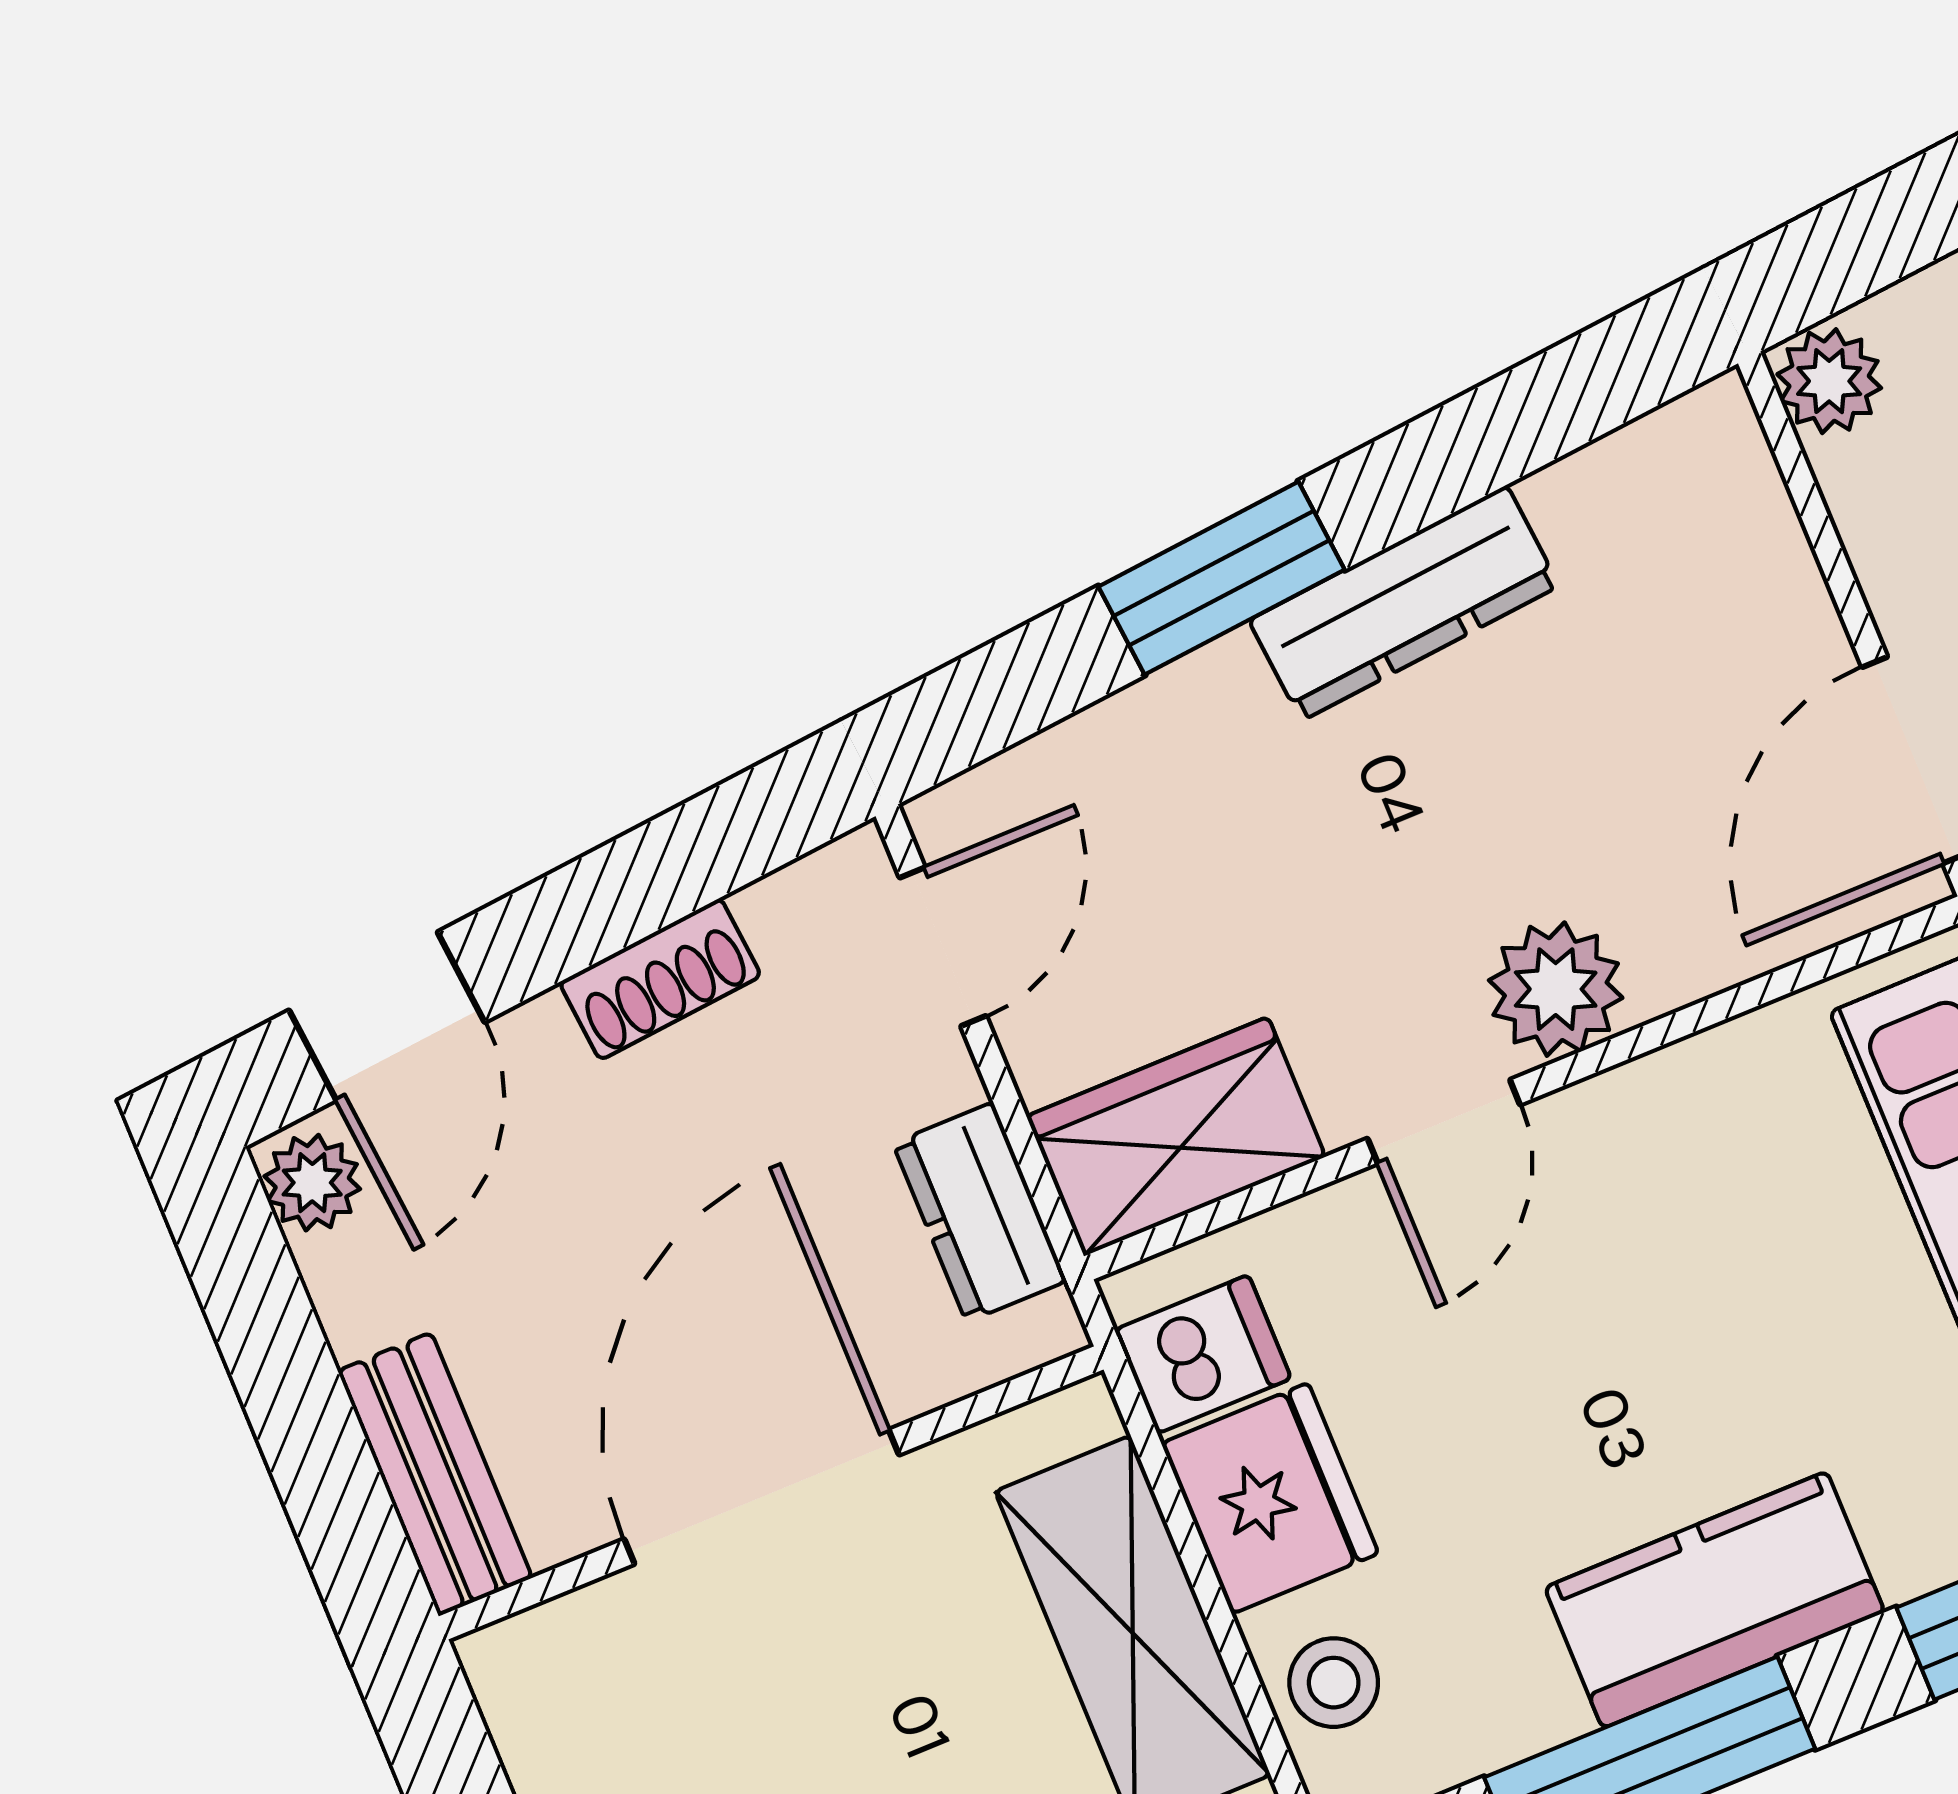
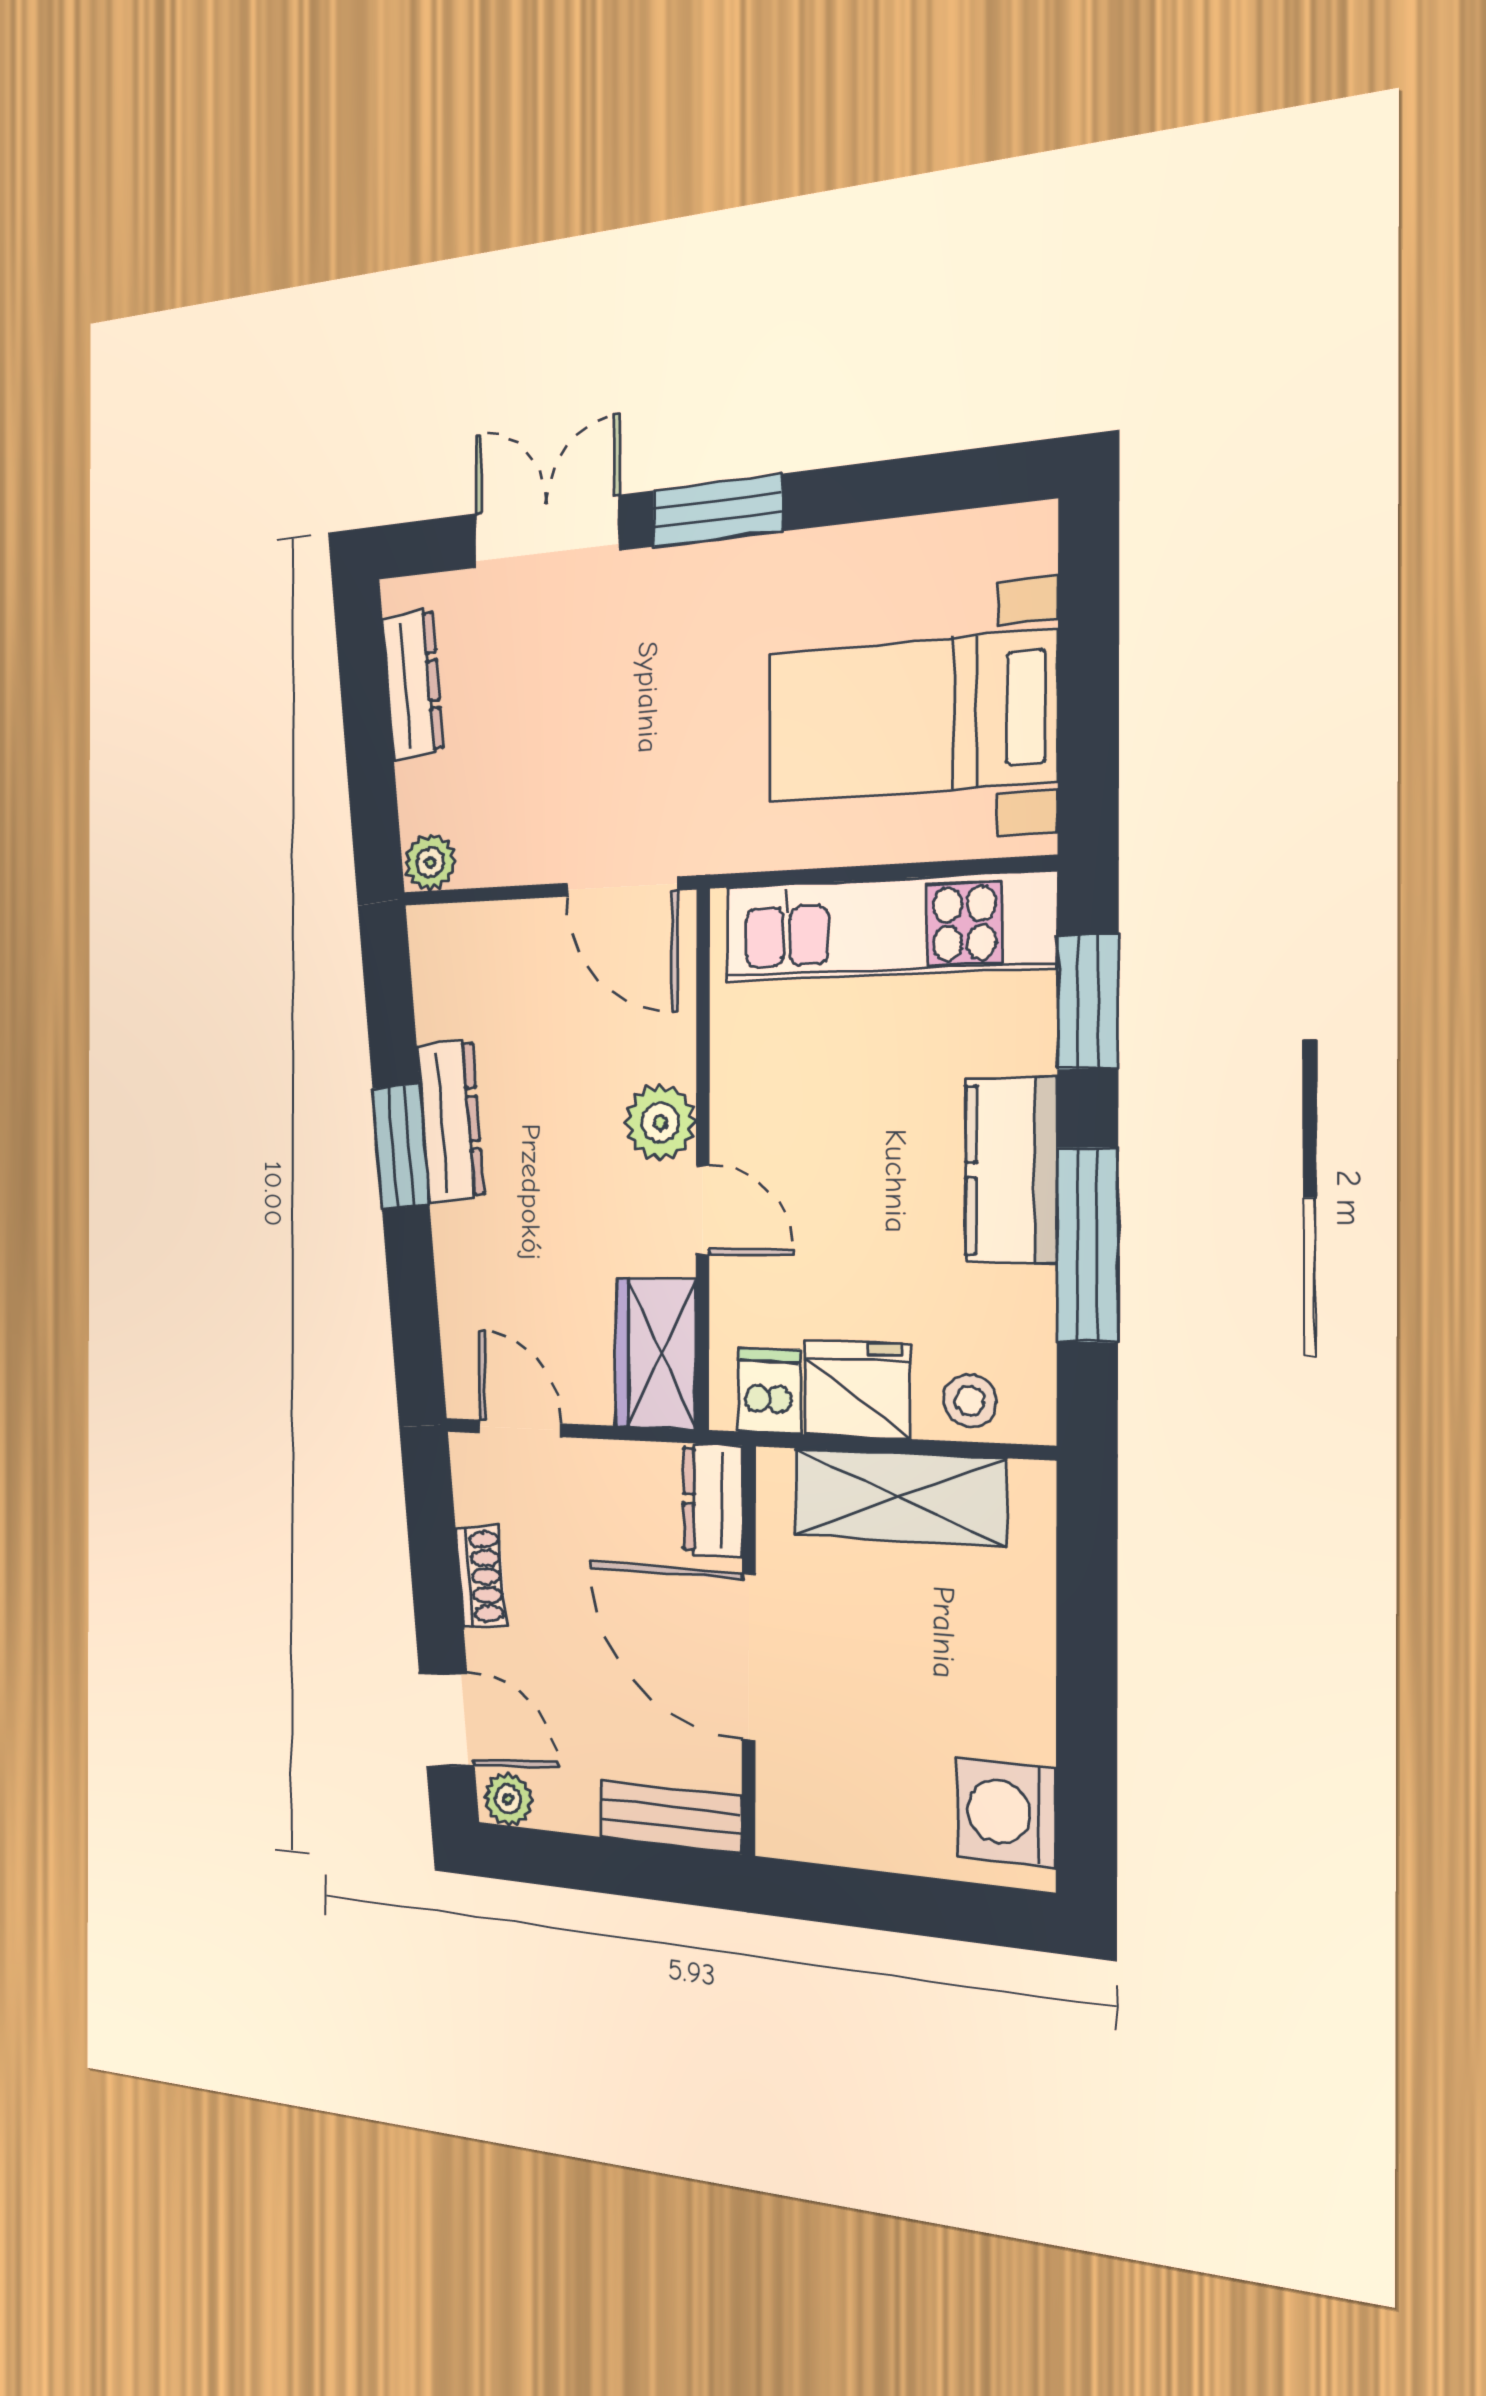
window: (1221, 578) -> (401, 1147), moved
dresser: (980, 1212) -> (713, 1500), moved, turned 90

